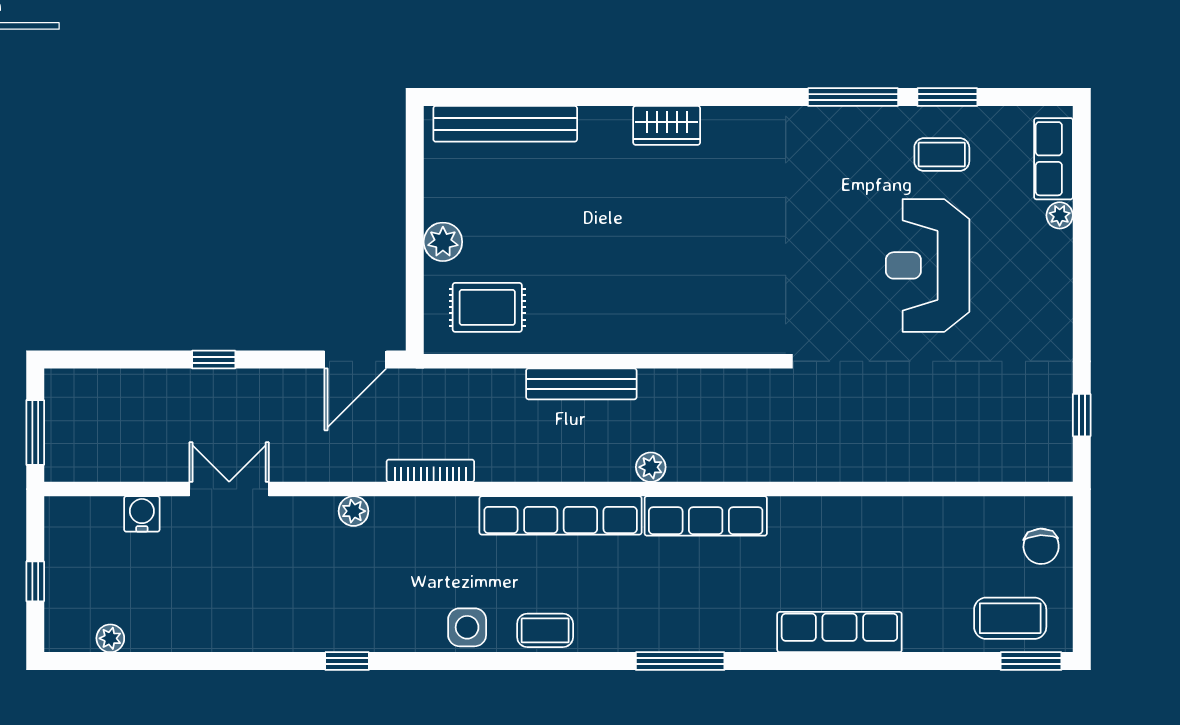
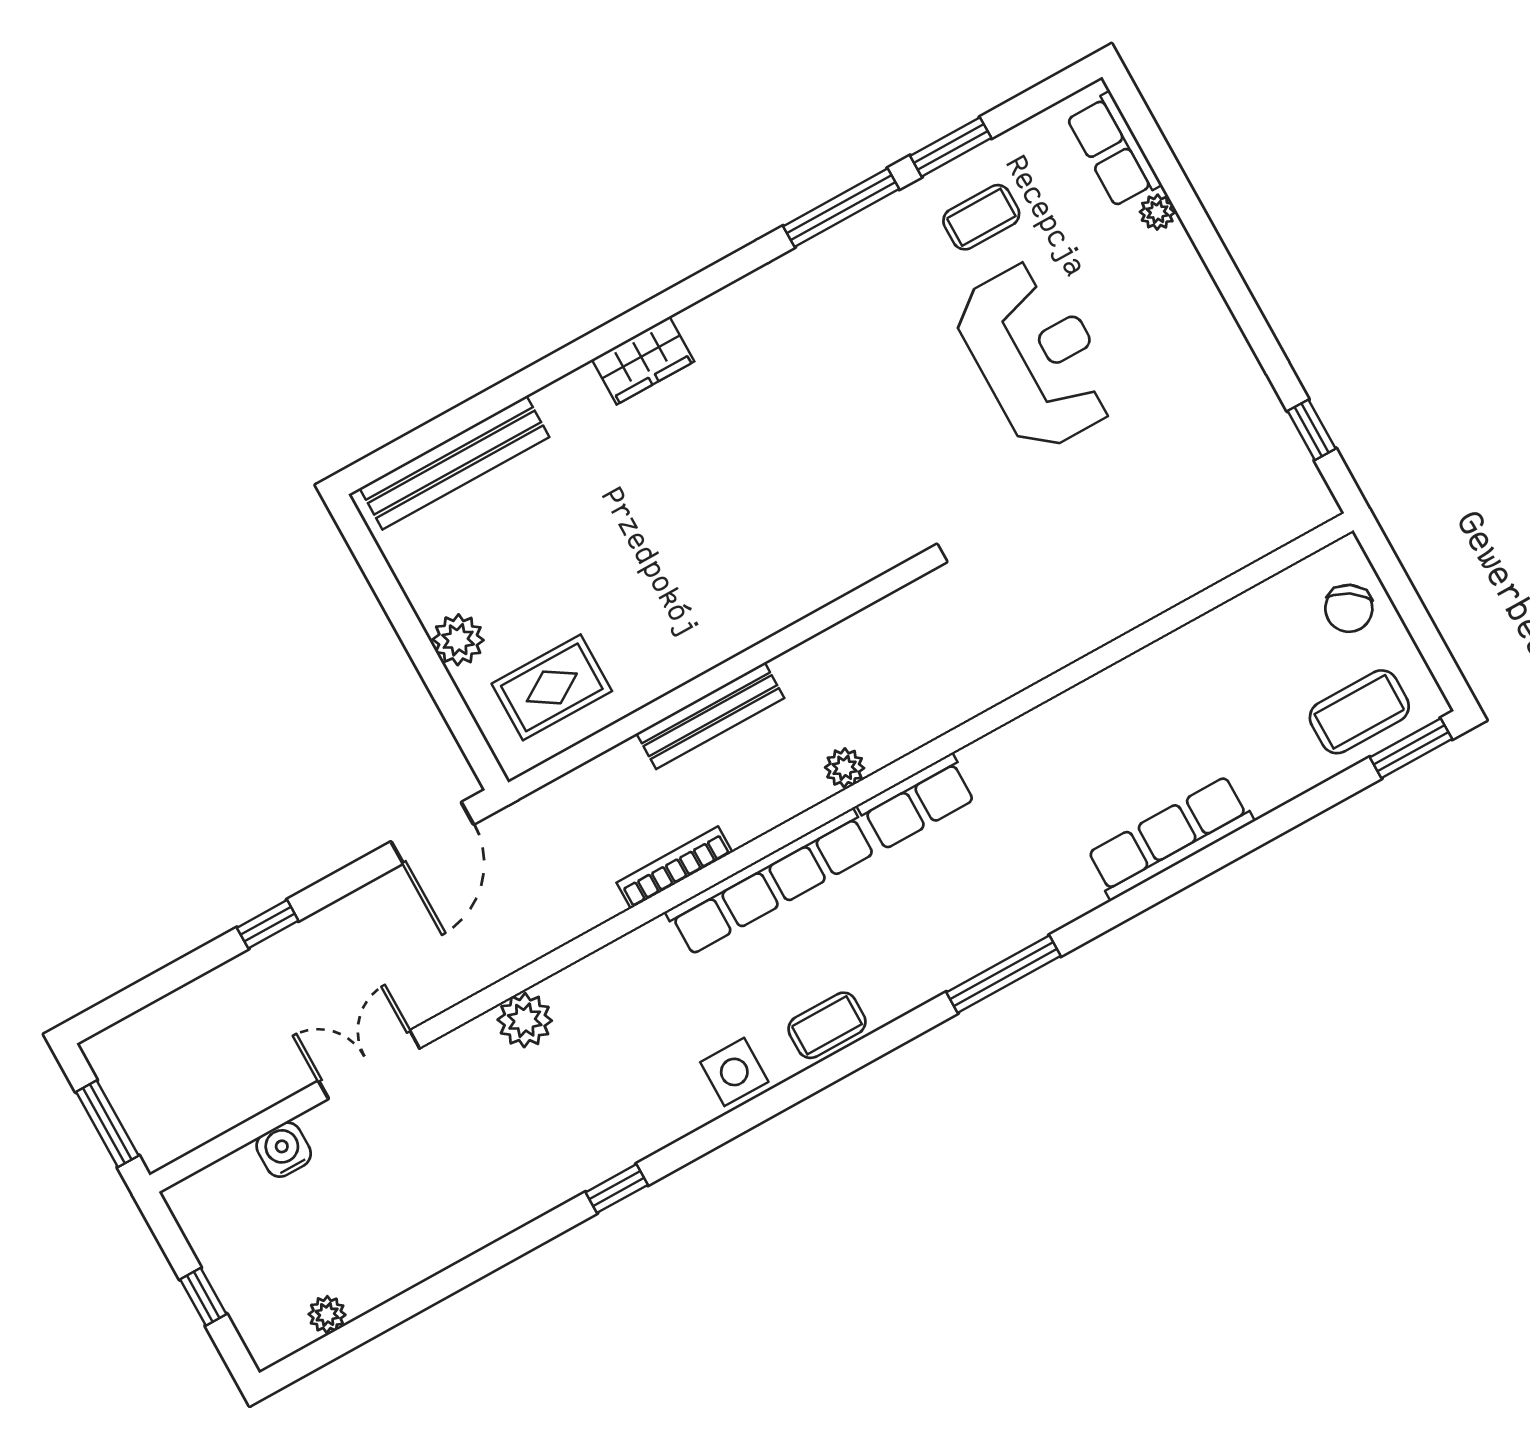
reception desk: (928, 265) -> (1036, 355), turned 180
bookcase: (430, 471) -> (674, 867), moved
plant: (354, 511) -> (525, 1020), width x1.38, depth x1.38
row of seats: (706, 516) -> (917, 802), width x0.68
chair: (1041, 546) -> (1349, 608), turned 36

